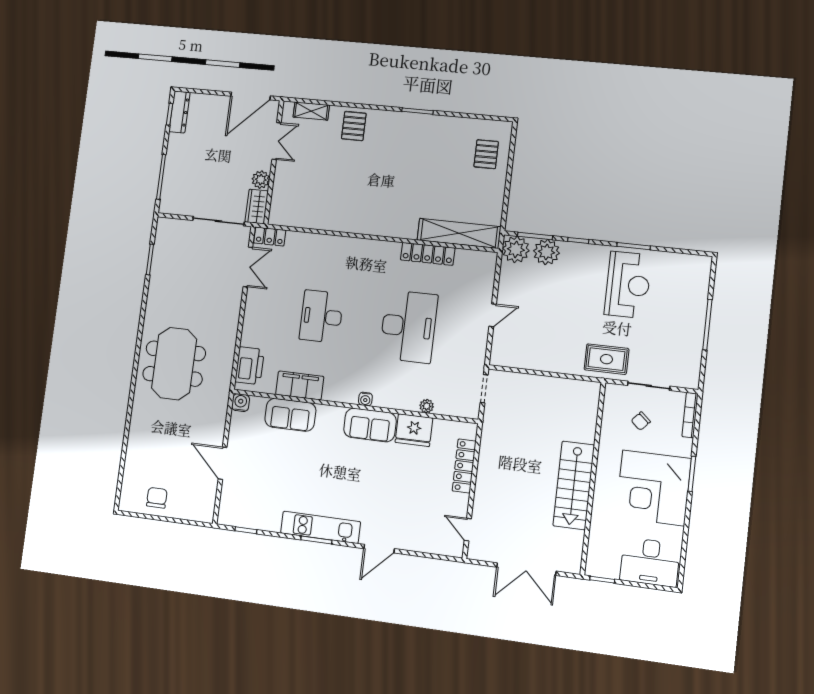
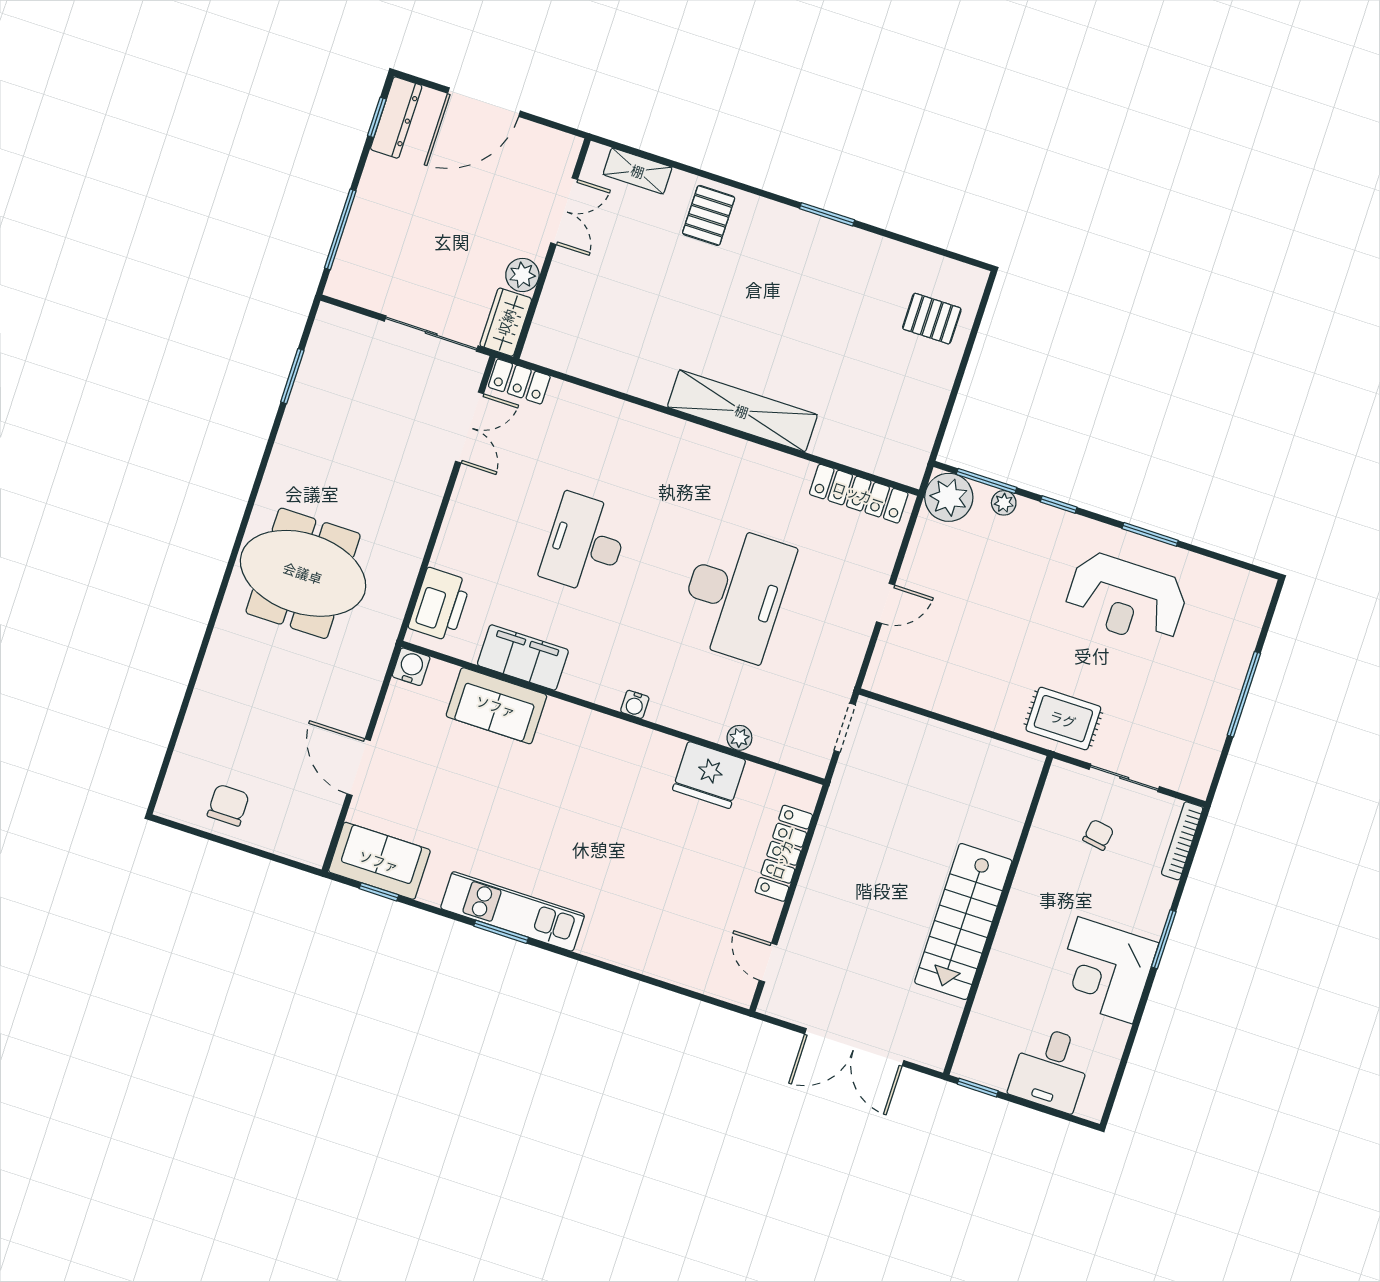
door: (251, 96) -> (484, 102), moved
pallet: (486, 154) -> (932, 319), turned 90
shelving: (459, 233) -> (742, 411), moved
plant: (546, 252) -> (1004, 503), width x0.53, depth x0.53
locker: (428, 254) -> (859, 494), moved
reception desk: (628, 285) -> (1126, 599), turned 90
meeting table: (174, 364) -> (303, 573), turned 90
chair: (641, 421) -> (1098, 835), turned 147
sofa: (370, 425) -> (379, 861), moved, turned 180
corner desk: (653, 488) -> (1105, 970), width x0.74, depth x0.74
door: (379, 549) -> (608, 967), removed
desk: (650, 562) -> (1051, 1069), width x0.73

